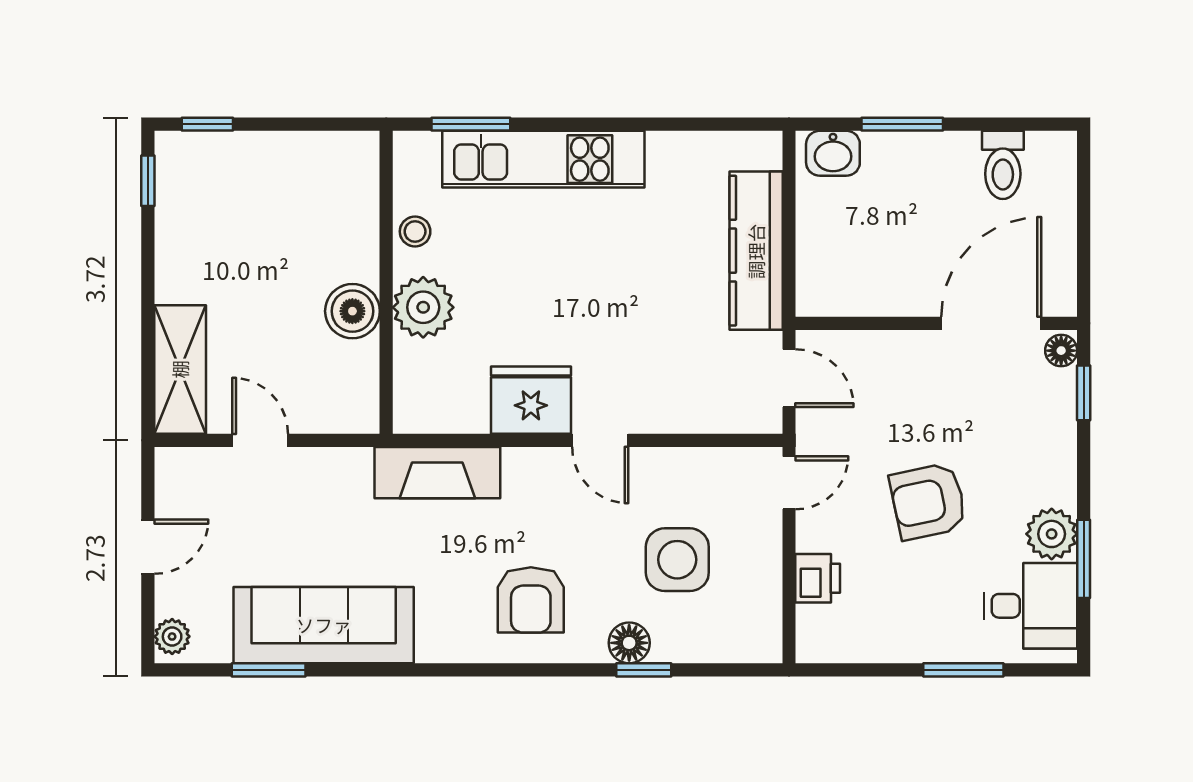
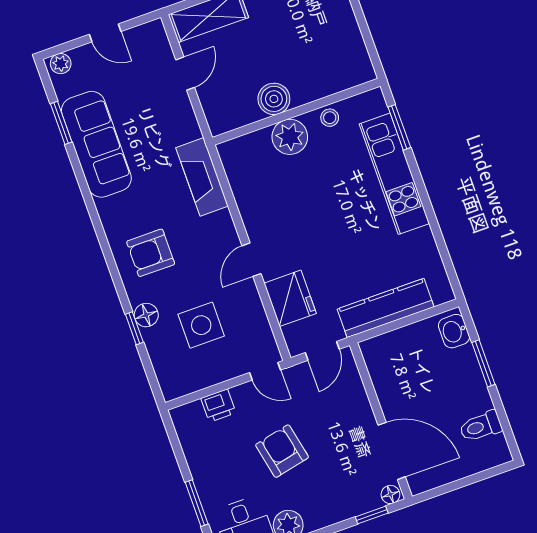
fridge: (531, 400) -> (290, 298), moved

